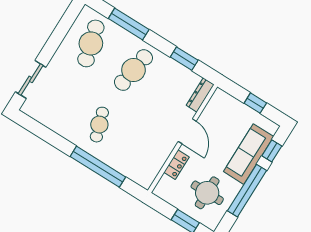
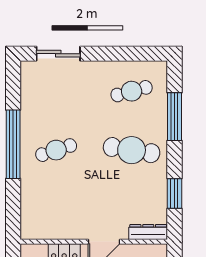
cafe table: (91, 43) -> (132, 91), width x0.73, depth x0.74
window: (98, 167) -> (13, 144), moved

